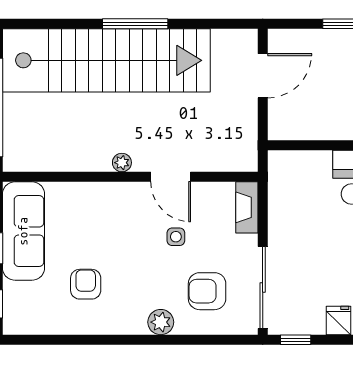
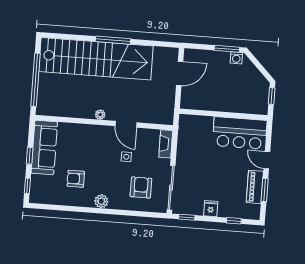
armchair: (86, 284) -> (76, 179), turned -90
armchair: (207, 291) -> (141, 187), turned 90
plant: (161, 322) -> (101, 201), moved

